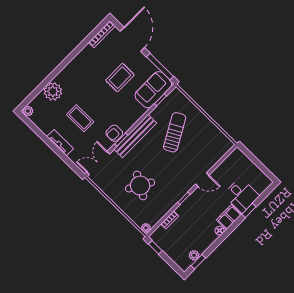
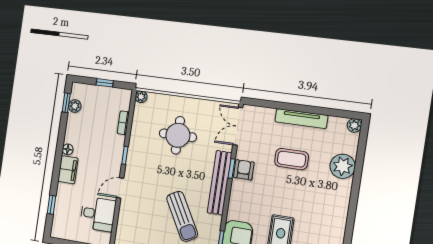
tv unit: (60, 143) -> (301, 119), width x1.41
double door: (98, 163) -> (238, 126), swing flipped
round table: (140, 185) -> (178, 135), turned -30
desk: (241, 195) -> (98, 214), moved, turned 180
window: (249, 211) -> (51, 205), moved
window: (155, 247) -> (105, 83), moved

